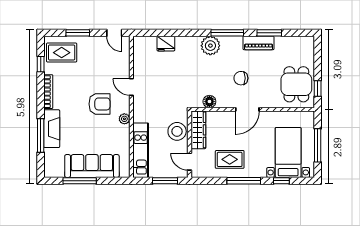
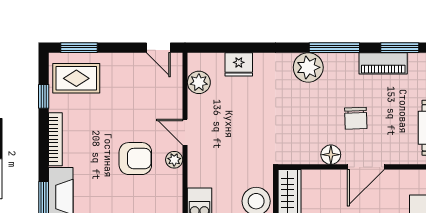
window: (78, 33) -> (79, 48), moved
plant: (140, 55) -> (199, 82), added
chair: (241, 78) -> (356, 118), turned -92
floor lamp: (209, 102) -> (331, 155), moved
plant: (124, 119) -> (174, 160), moved

